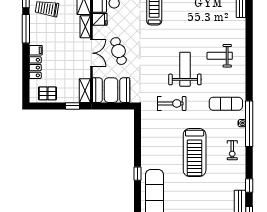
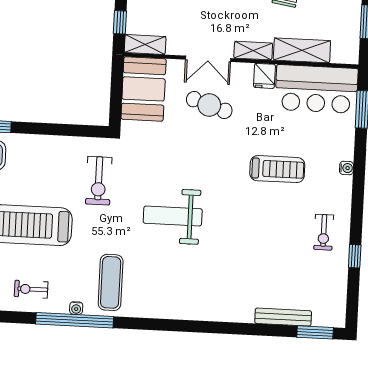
cafe table: (119, 51) -> (209, 105), turned 36
weight bench: (220, 56) -> (192, 276), removed
weight bench: (185, 69) -> (173, 216), turned 180
exercise bike: (172, 103) -> (99, 181), moved

